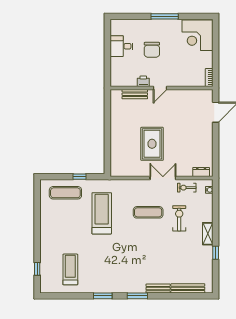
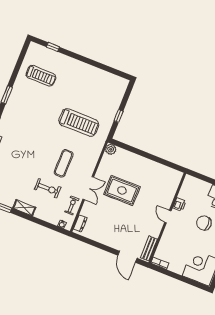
bench: (135, 94) -> (149, 248), moved
plant: (116, 171) -> (111, 149), added
exercise mat: (65, 193) -> (109, 98), removed

